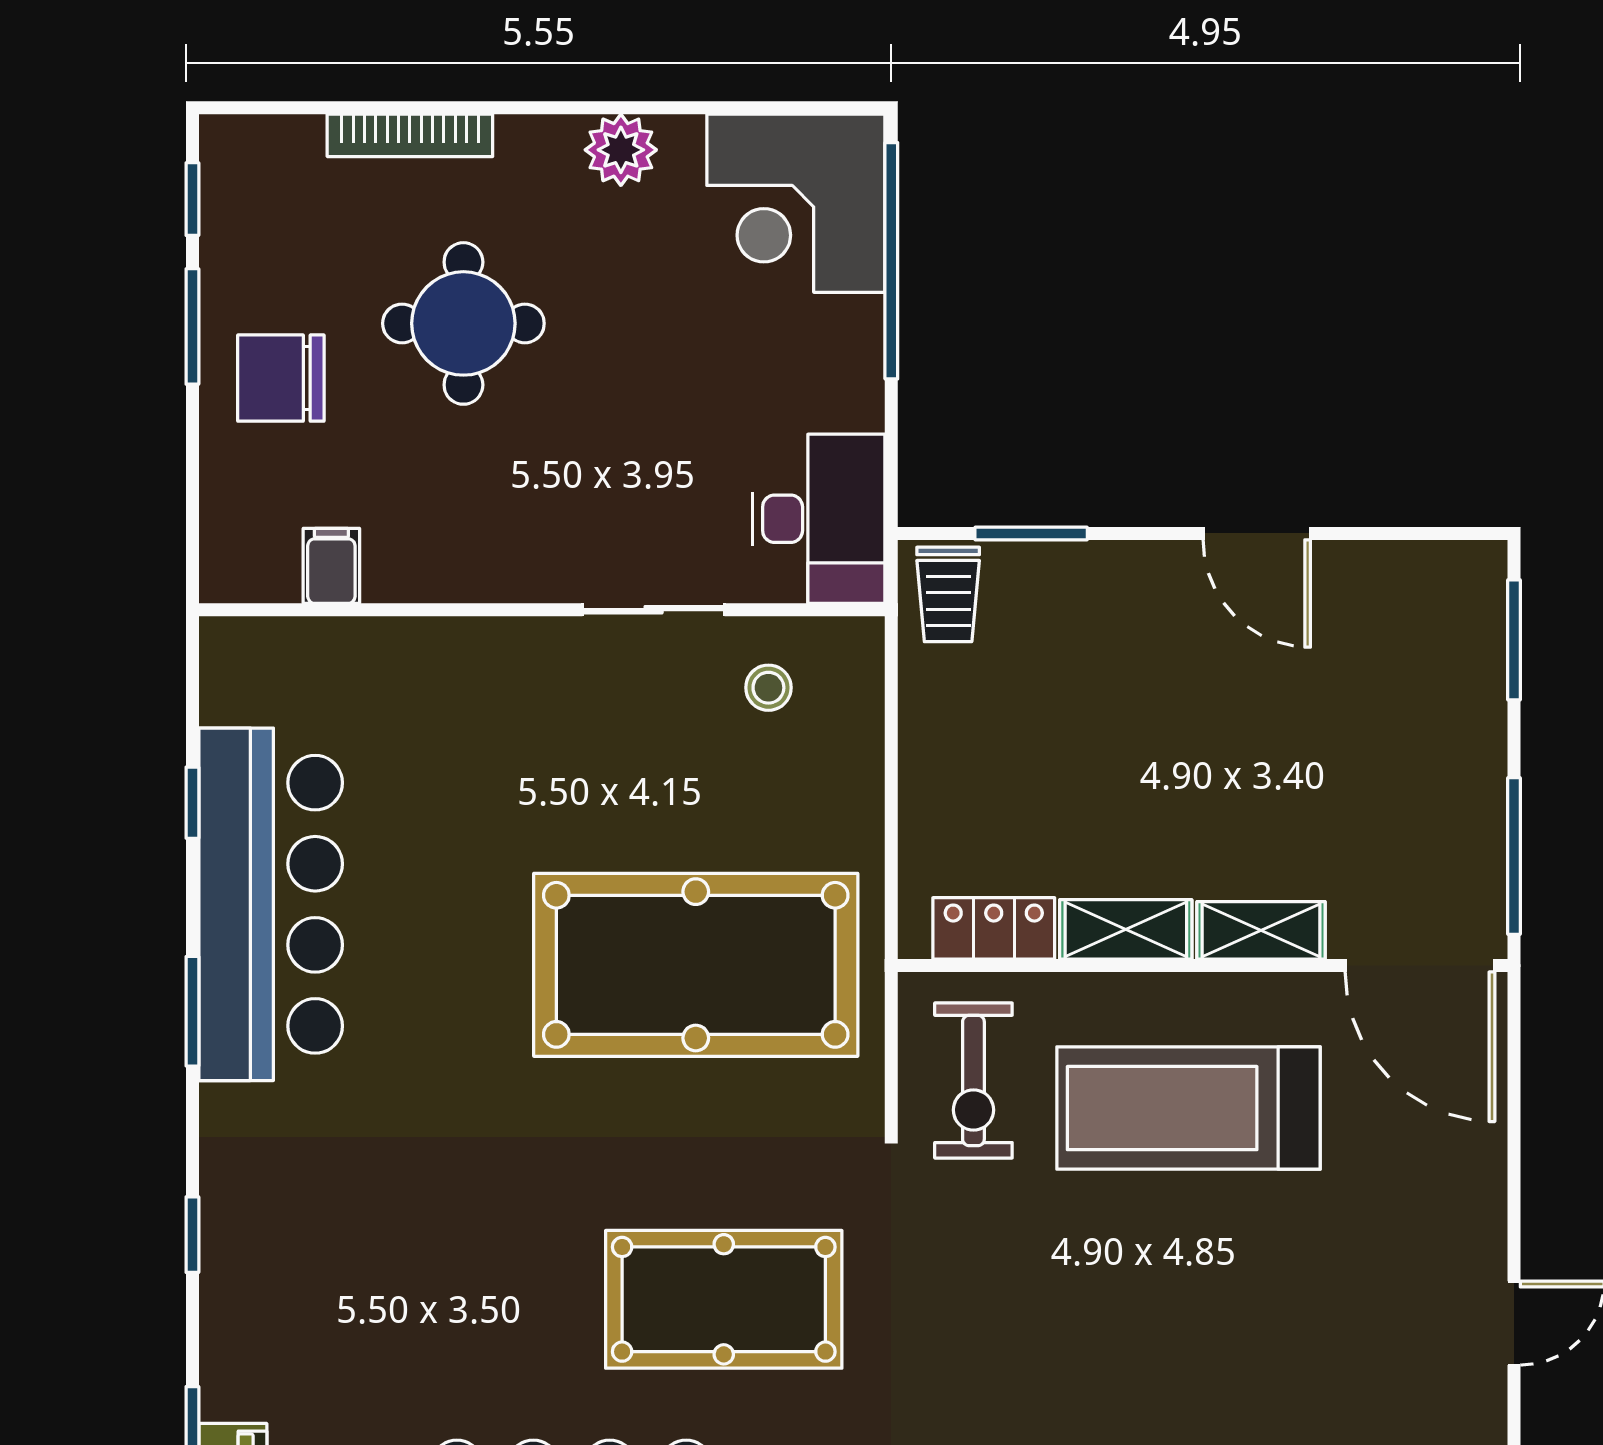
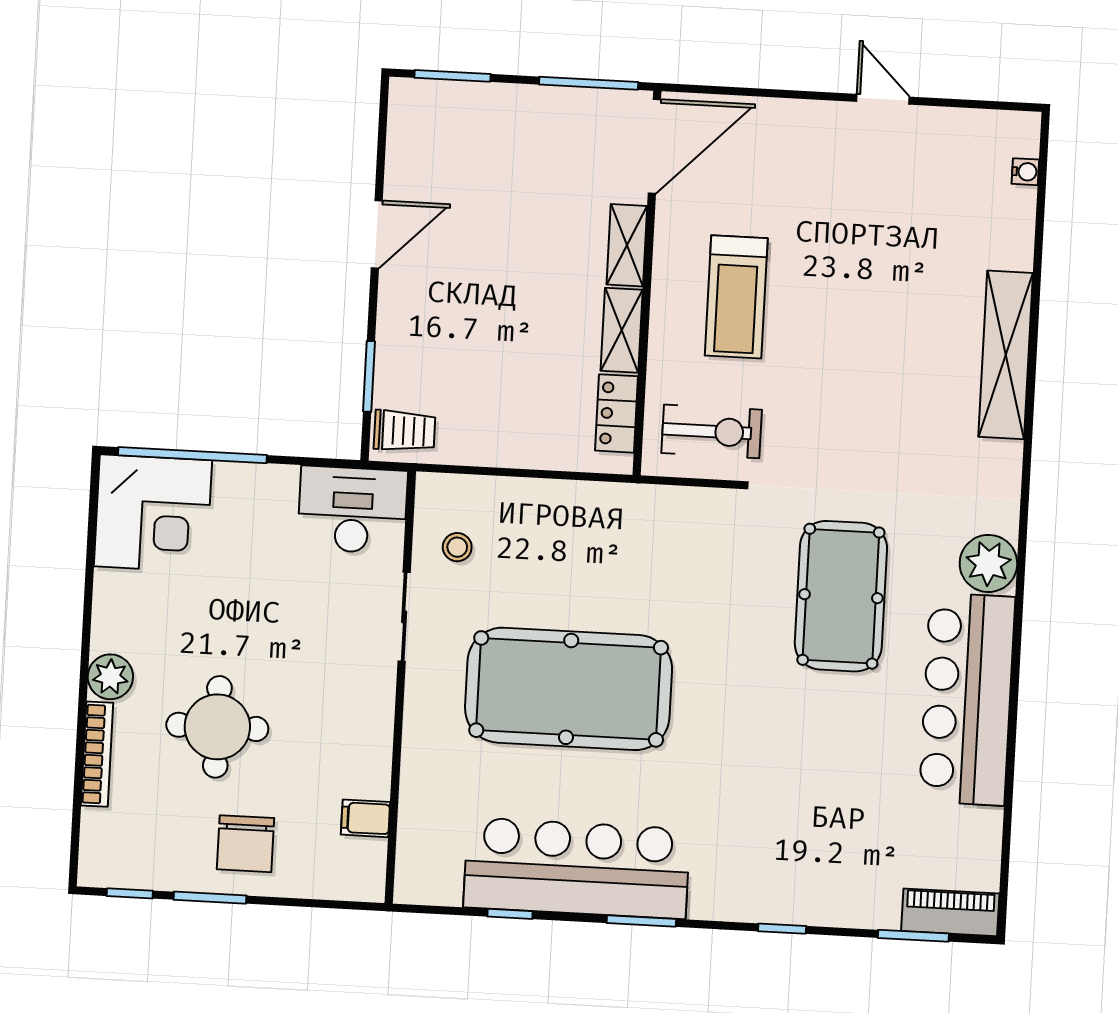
plant: (621, 150) -> (110, 677), moved
pool table: (696, 965) -> (569, 689), moved, turned 90
treadmill: (1189, 1108) -> (736, 297), width x0.73, depth x0.73

